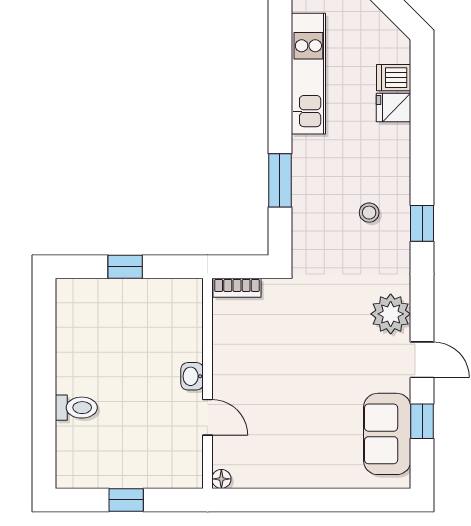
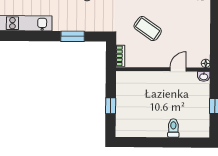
coffee table: (298, 348) -> (148, 29), added
washbasin: (192, 376) -> (204, 76), moved

